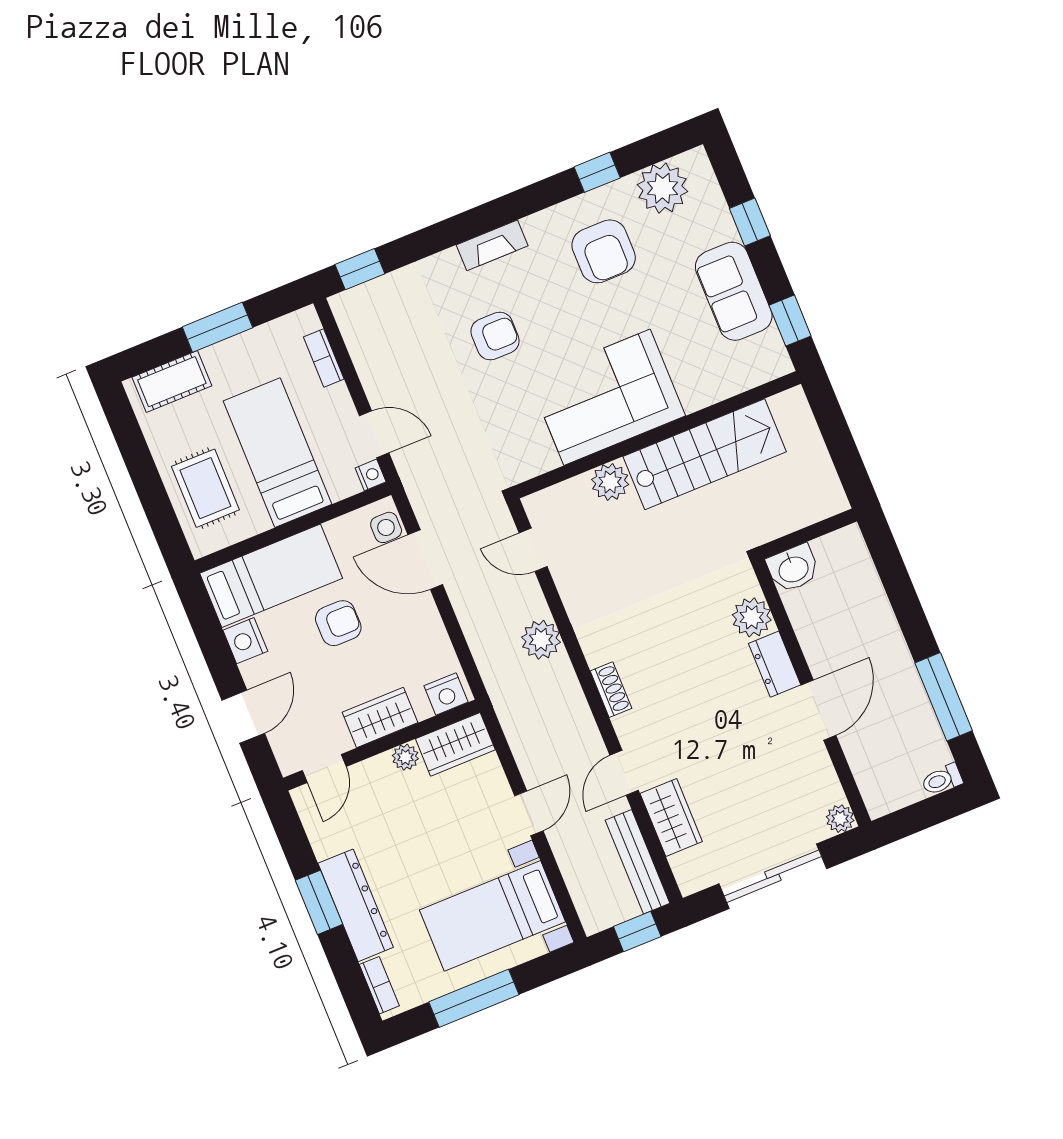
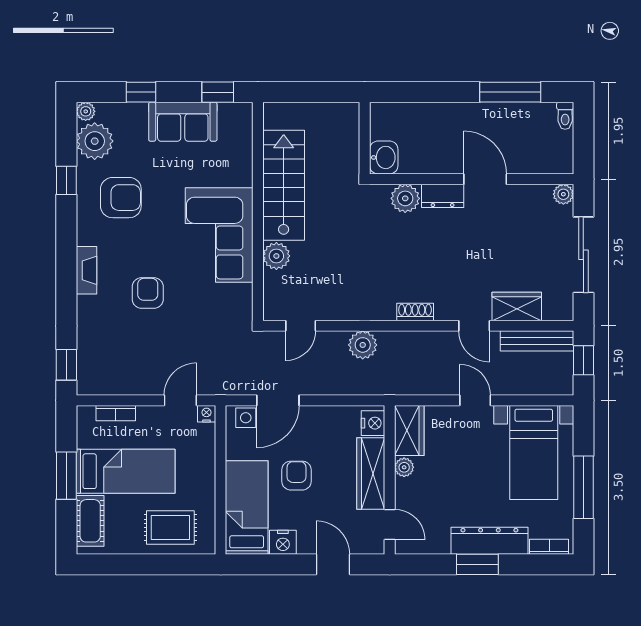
plant: (696, 161) -> (86, 111), added
bed: (277, 453) -> (126, 471), moved, turned 180
wardrobe: (380, 717) -> (371, 473), width x1.50

